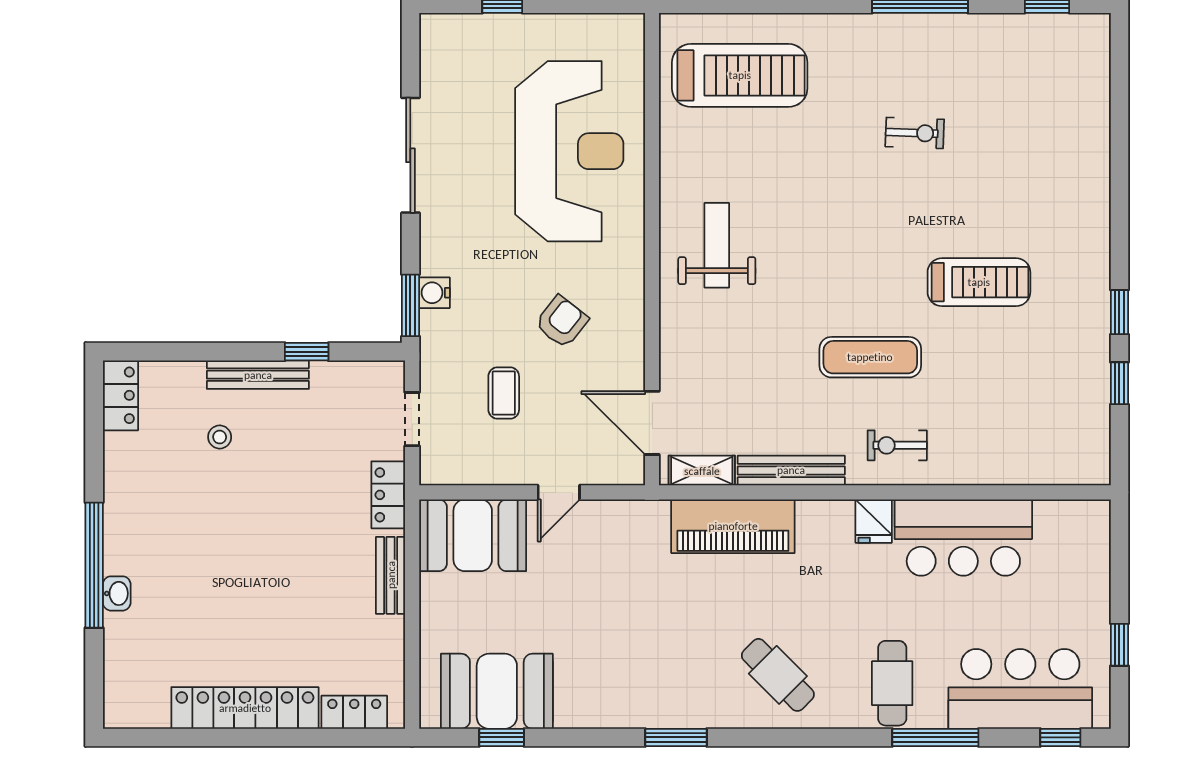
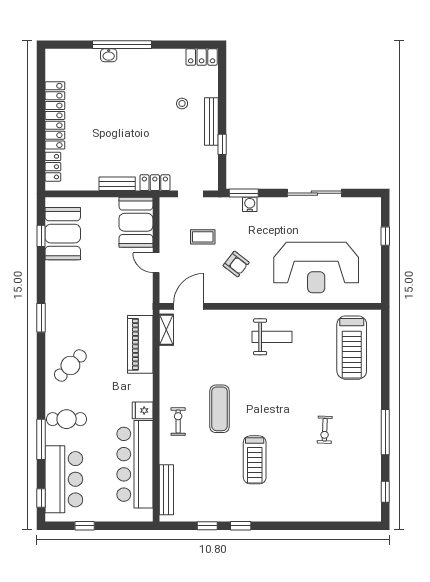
bench: (791, 470) -> (166, 490), moved
bar counter: (963, 538) -> (135, 464), width x1.36

